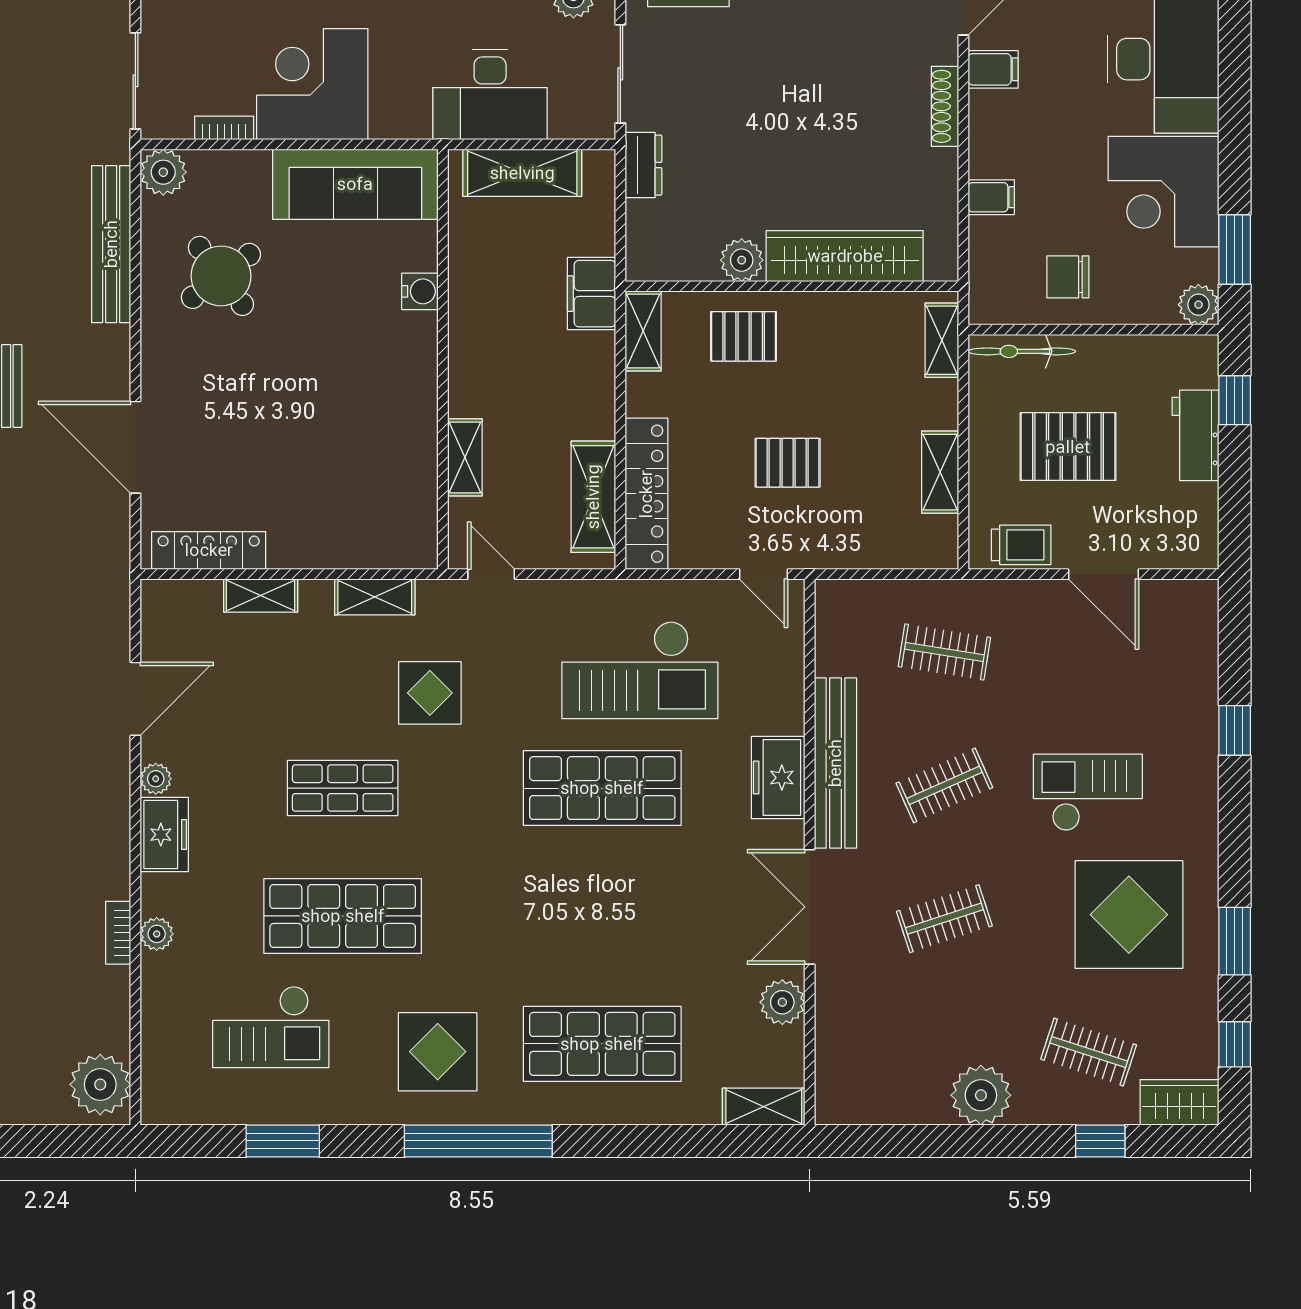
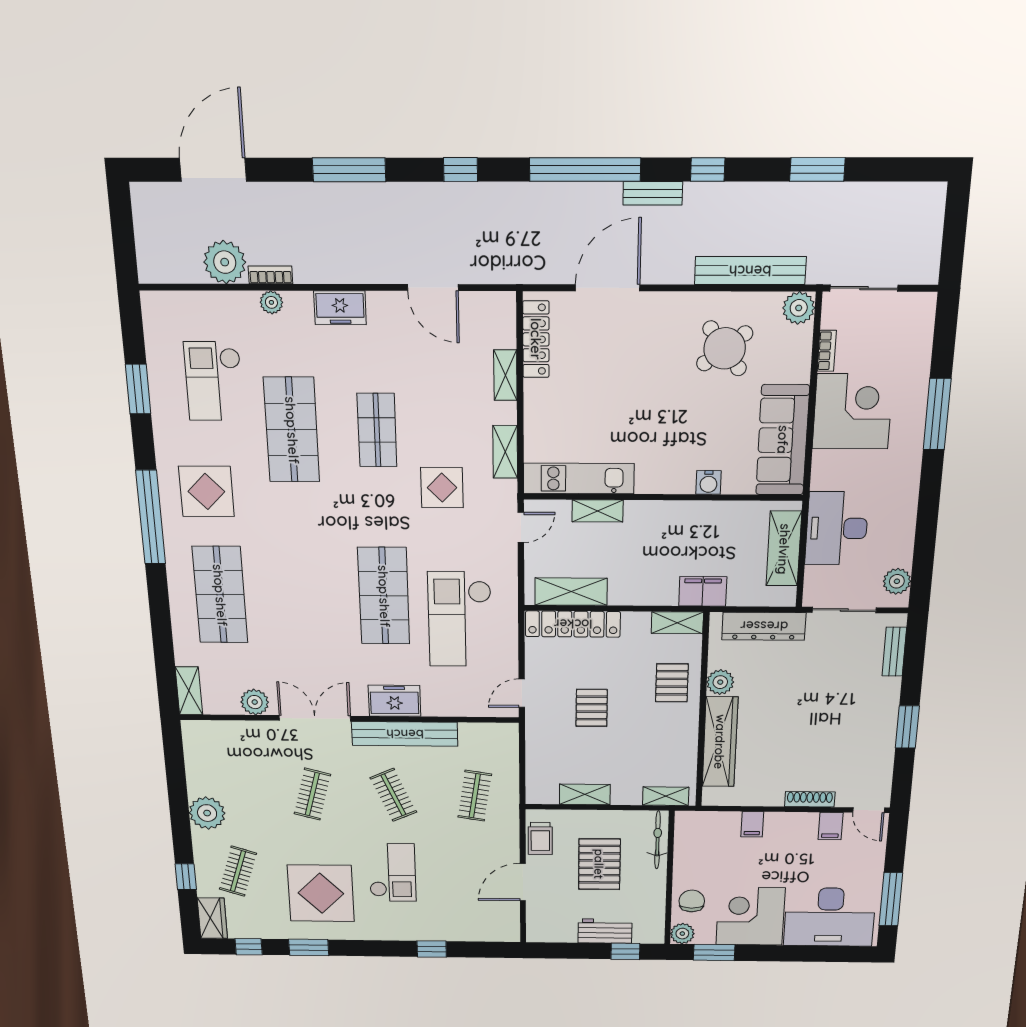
dresser: (643, 165) -> (764, 626), width x1.96, depth x1.24
chair: (1068, 277) -> (692, 901), moved
kitchen unit: (415, 486) -> (579, 478), added
plant: (156, 779) -> (378, 302), removed
clothes rail: (944, 919) -> (312, 794), turned 33
plant: (100, 1084) -> (225, 262), moved

